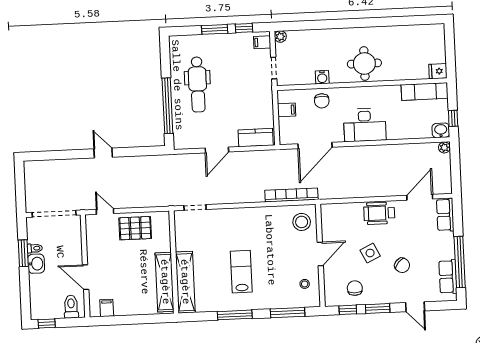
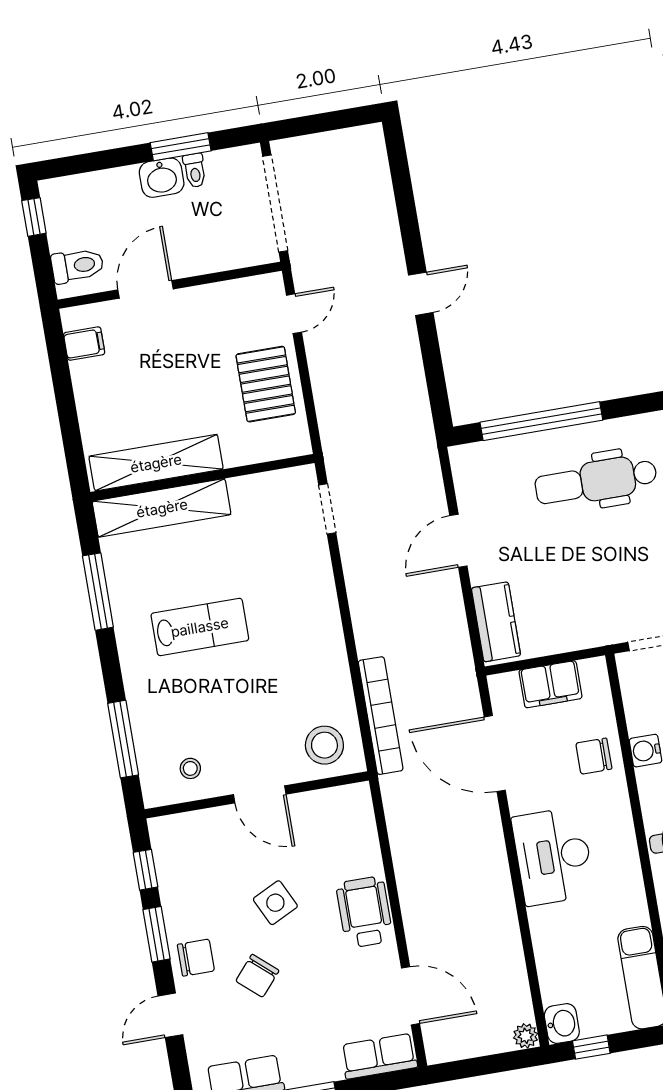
filing cabinet: (287, 110) -> (550, 684), width x2.00
door: (217, 150) -> (458, 541), hinge flipped
chair: (355, 288) -> (196, 958), moved
window: (235, 315) -> (98, 592), moved

